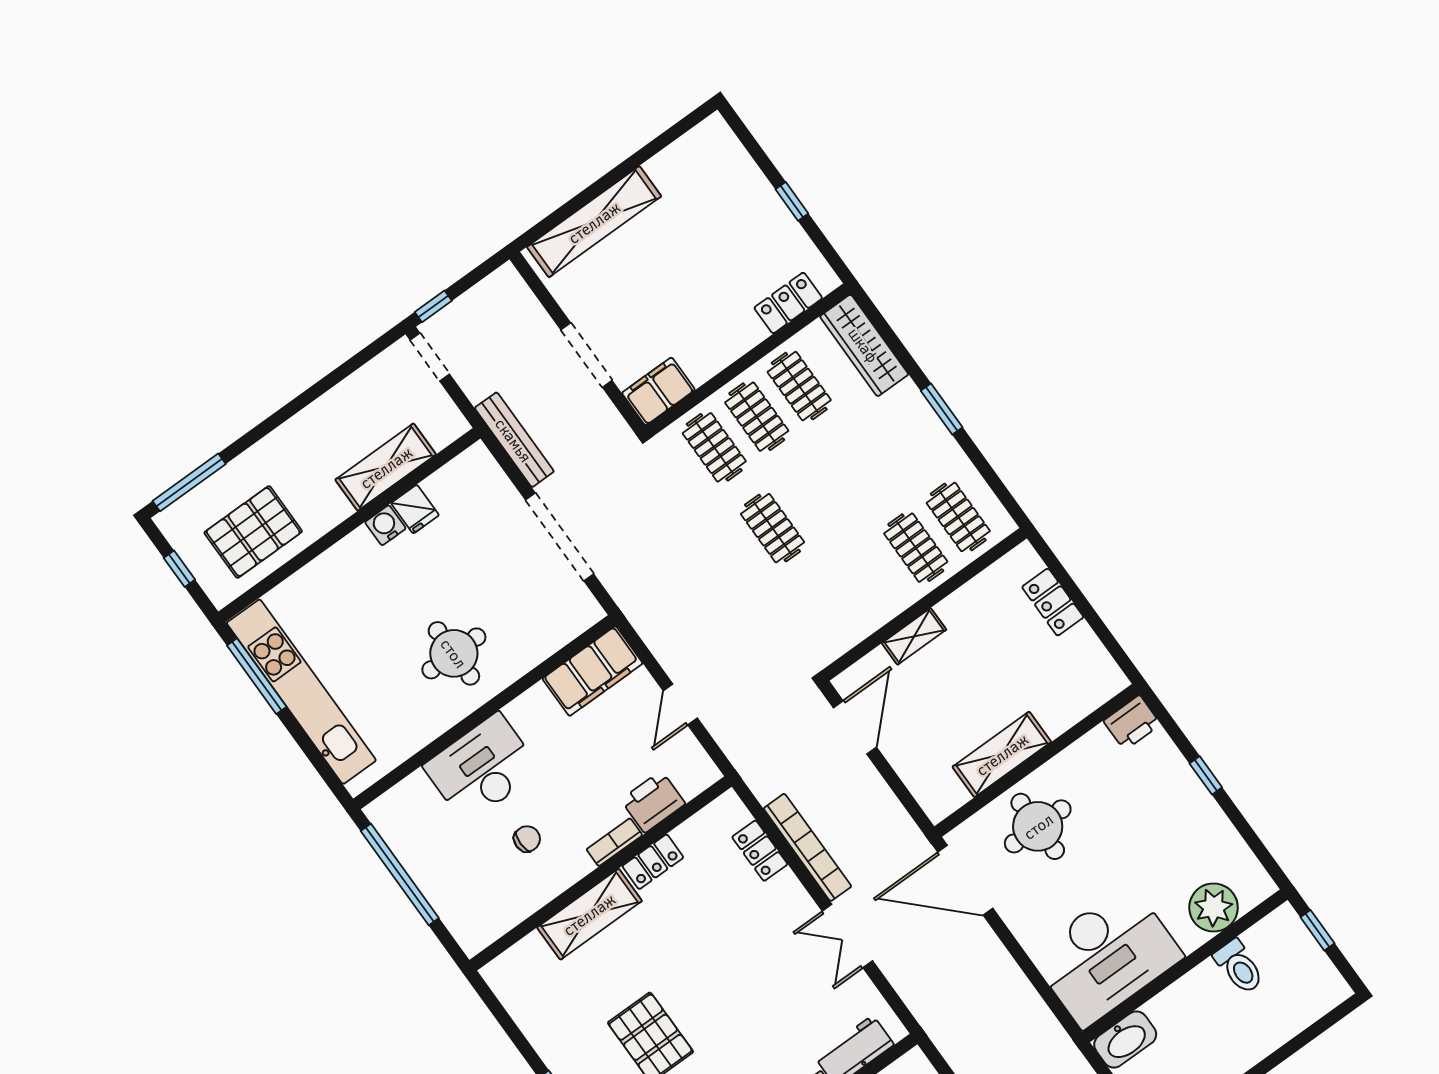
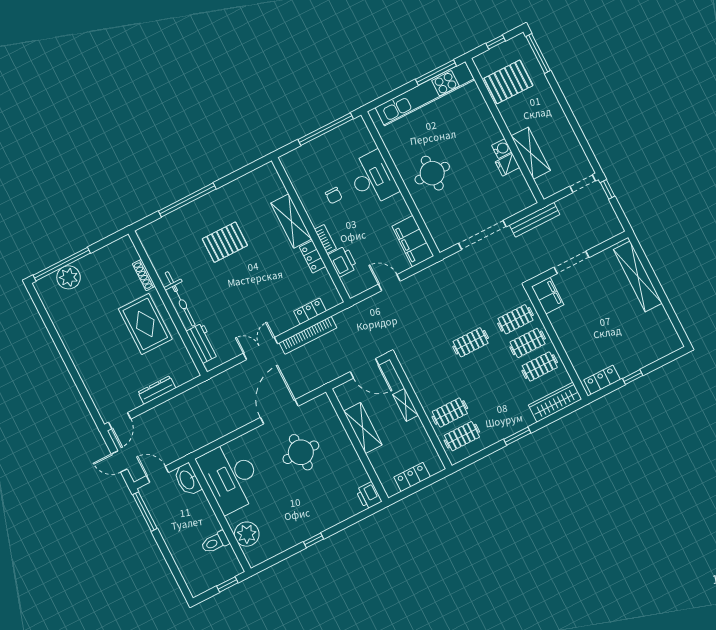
locker: (788, 303) -> (602, 380), moved, turned -90
pallet: (253, 532) -> (508, 82), turned 90
printer: (1132, 723) -> (369, 496), moved
shelving: (1002, 754) -> (363, 428), moved
wall: (1037, 760) -> (357, 445), moved

